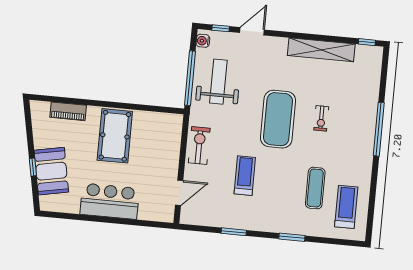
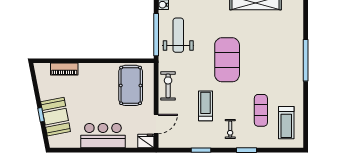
exercise bike: (321, 118) -> (230, 129), moved
pool table: (115, 136) -> (131, 85), moved
treadmill: (346, 207) -> (286, 123), turned 180
fridge: (164, 213) -> (146, 141), added

